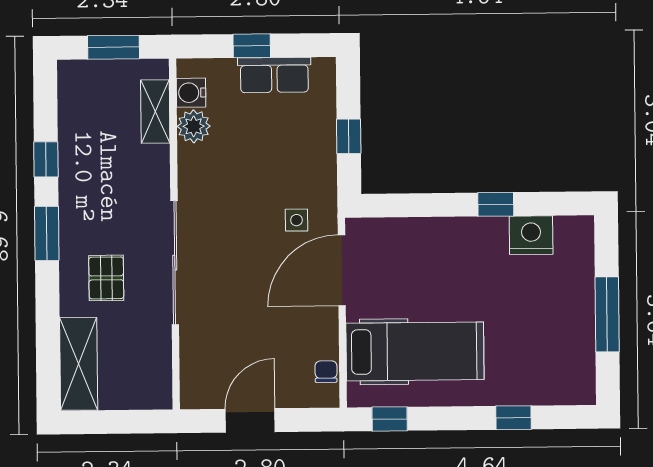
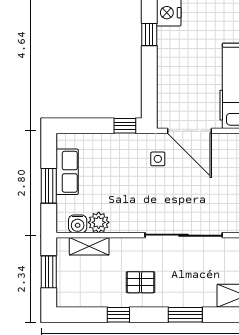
window: (252, 46) -> (49, 186), width x1.50
window: (349, 136) -> (125, 126), moved
window: (47, 233) -> (185, 315), moved
pallet: (106, 278) -> (141, 282), moved

